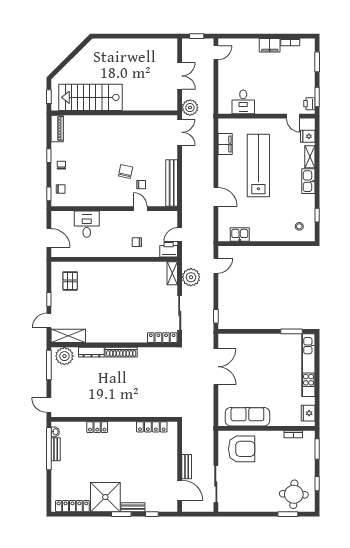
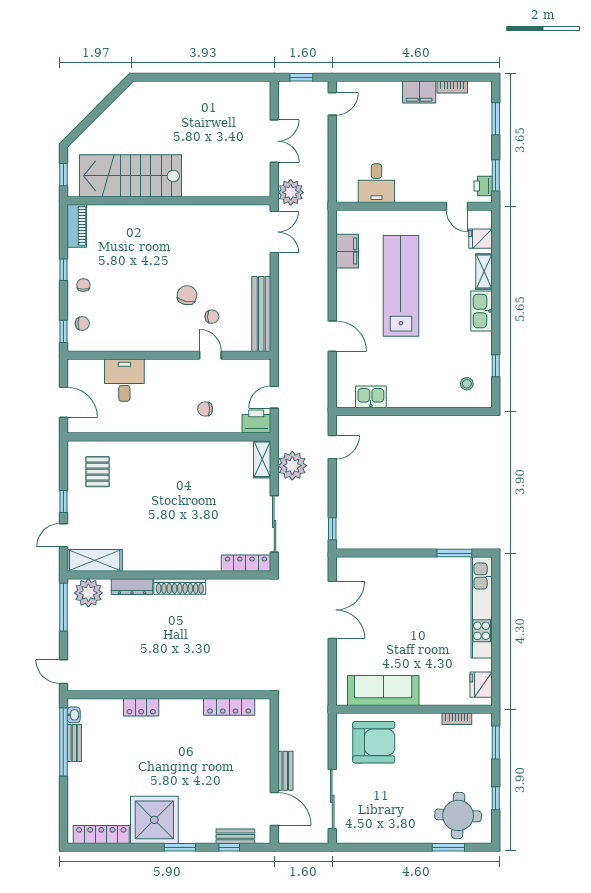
bench: (133, 507) -> (235, 836), moved

